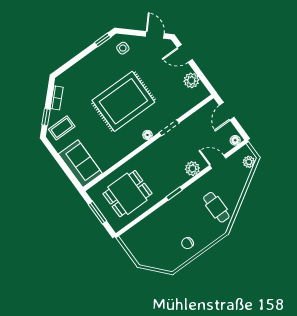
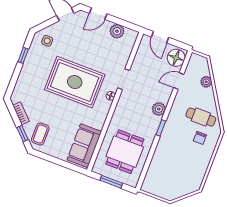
window: (103, 40) -> (23, 55), moved
rug: (123, 101) -> (75, 82), turned 90
floor lamp: (235, 140) -> (176, 58), width x1.89, depth x1.89
plant: (249, 162) -> (206, 82), moved
sofa: (80, 164) -> (84, 146), moved, turned -90
plant: (192, 169) -> (159, 109), moved
chair: (187, 243) -> (200, 138), moved

